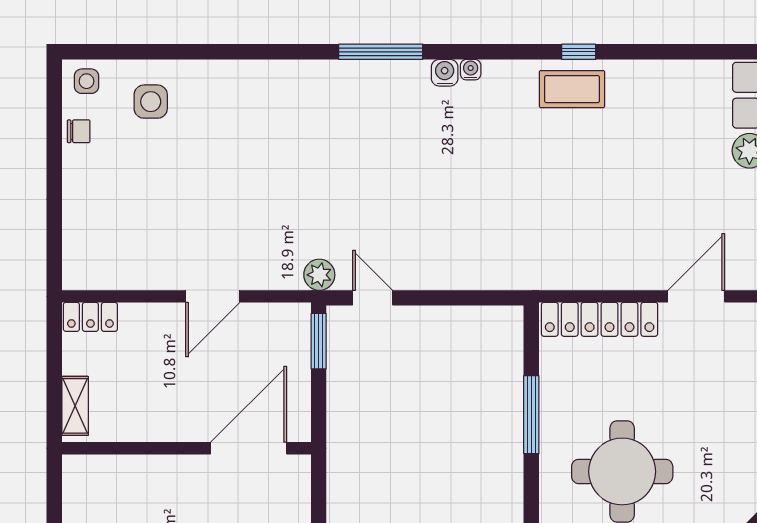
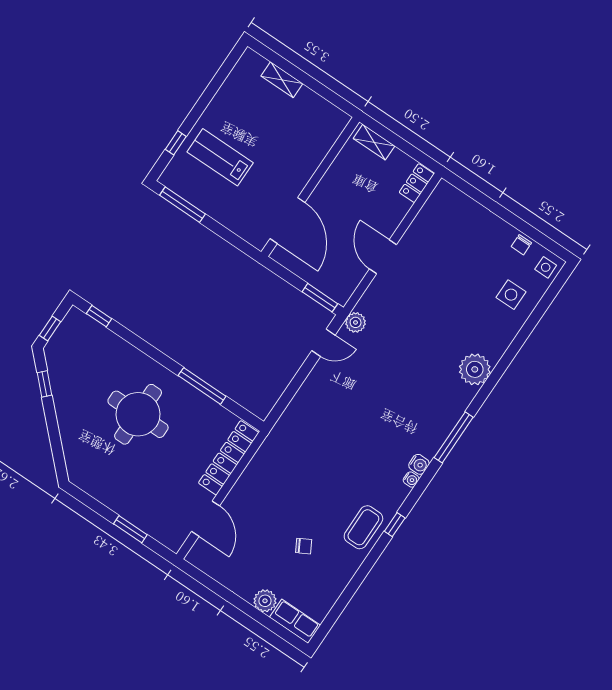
window: (579, 52) -> (395, 525), moved
plant: (277, 83) -> (475, 369), added
chair: (647, 149) -> (304, 546), added

